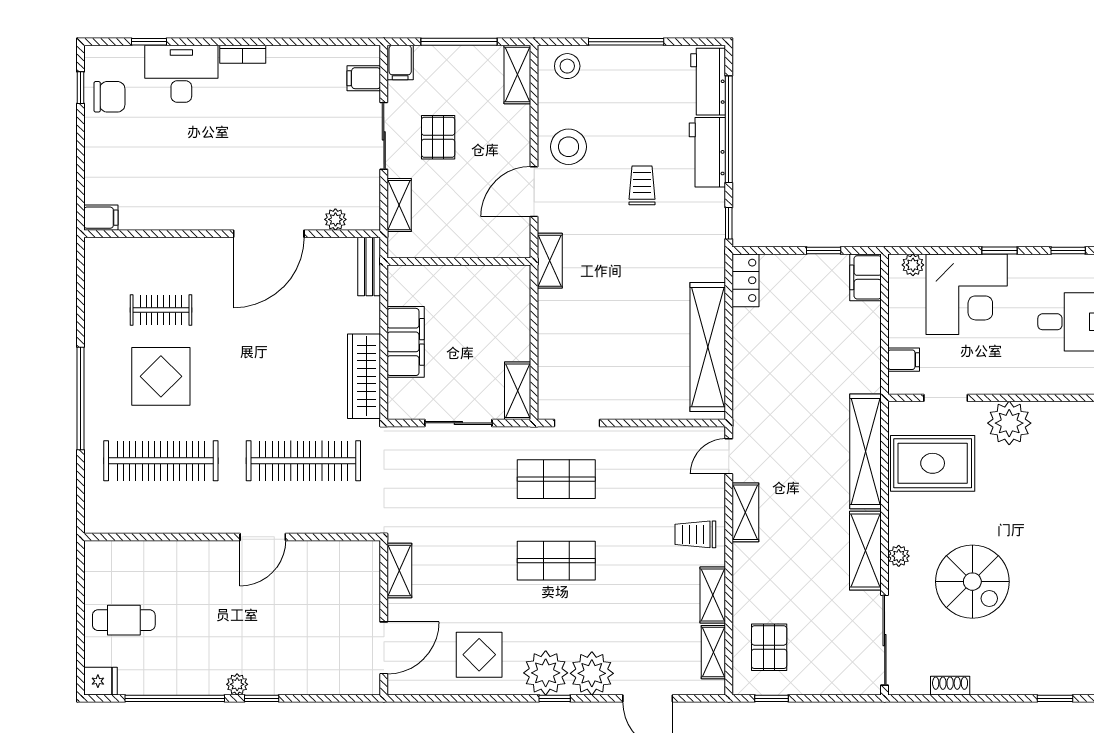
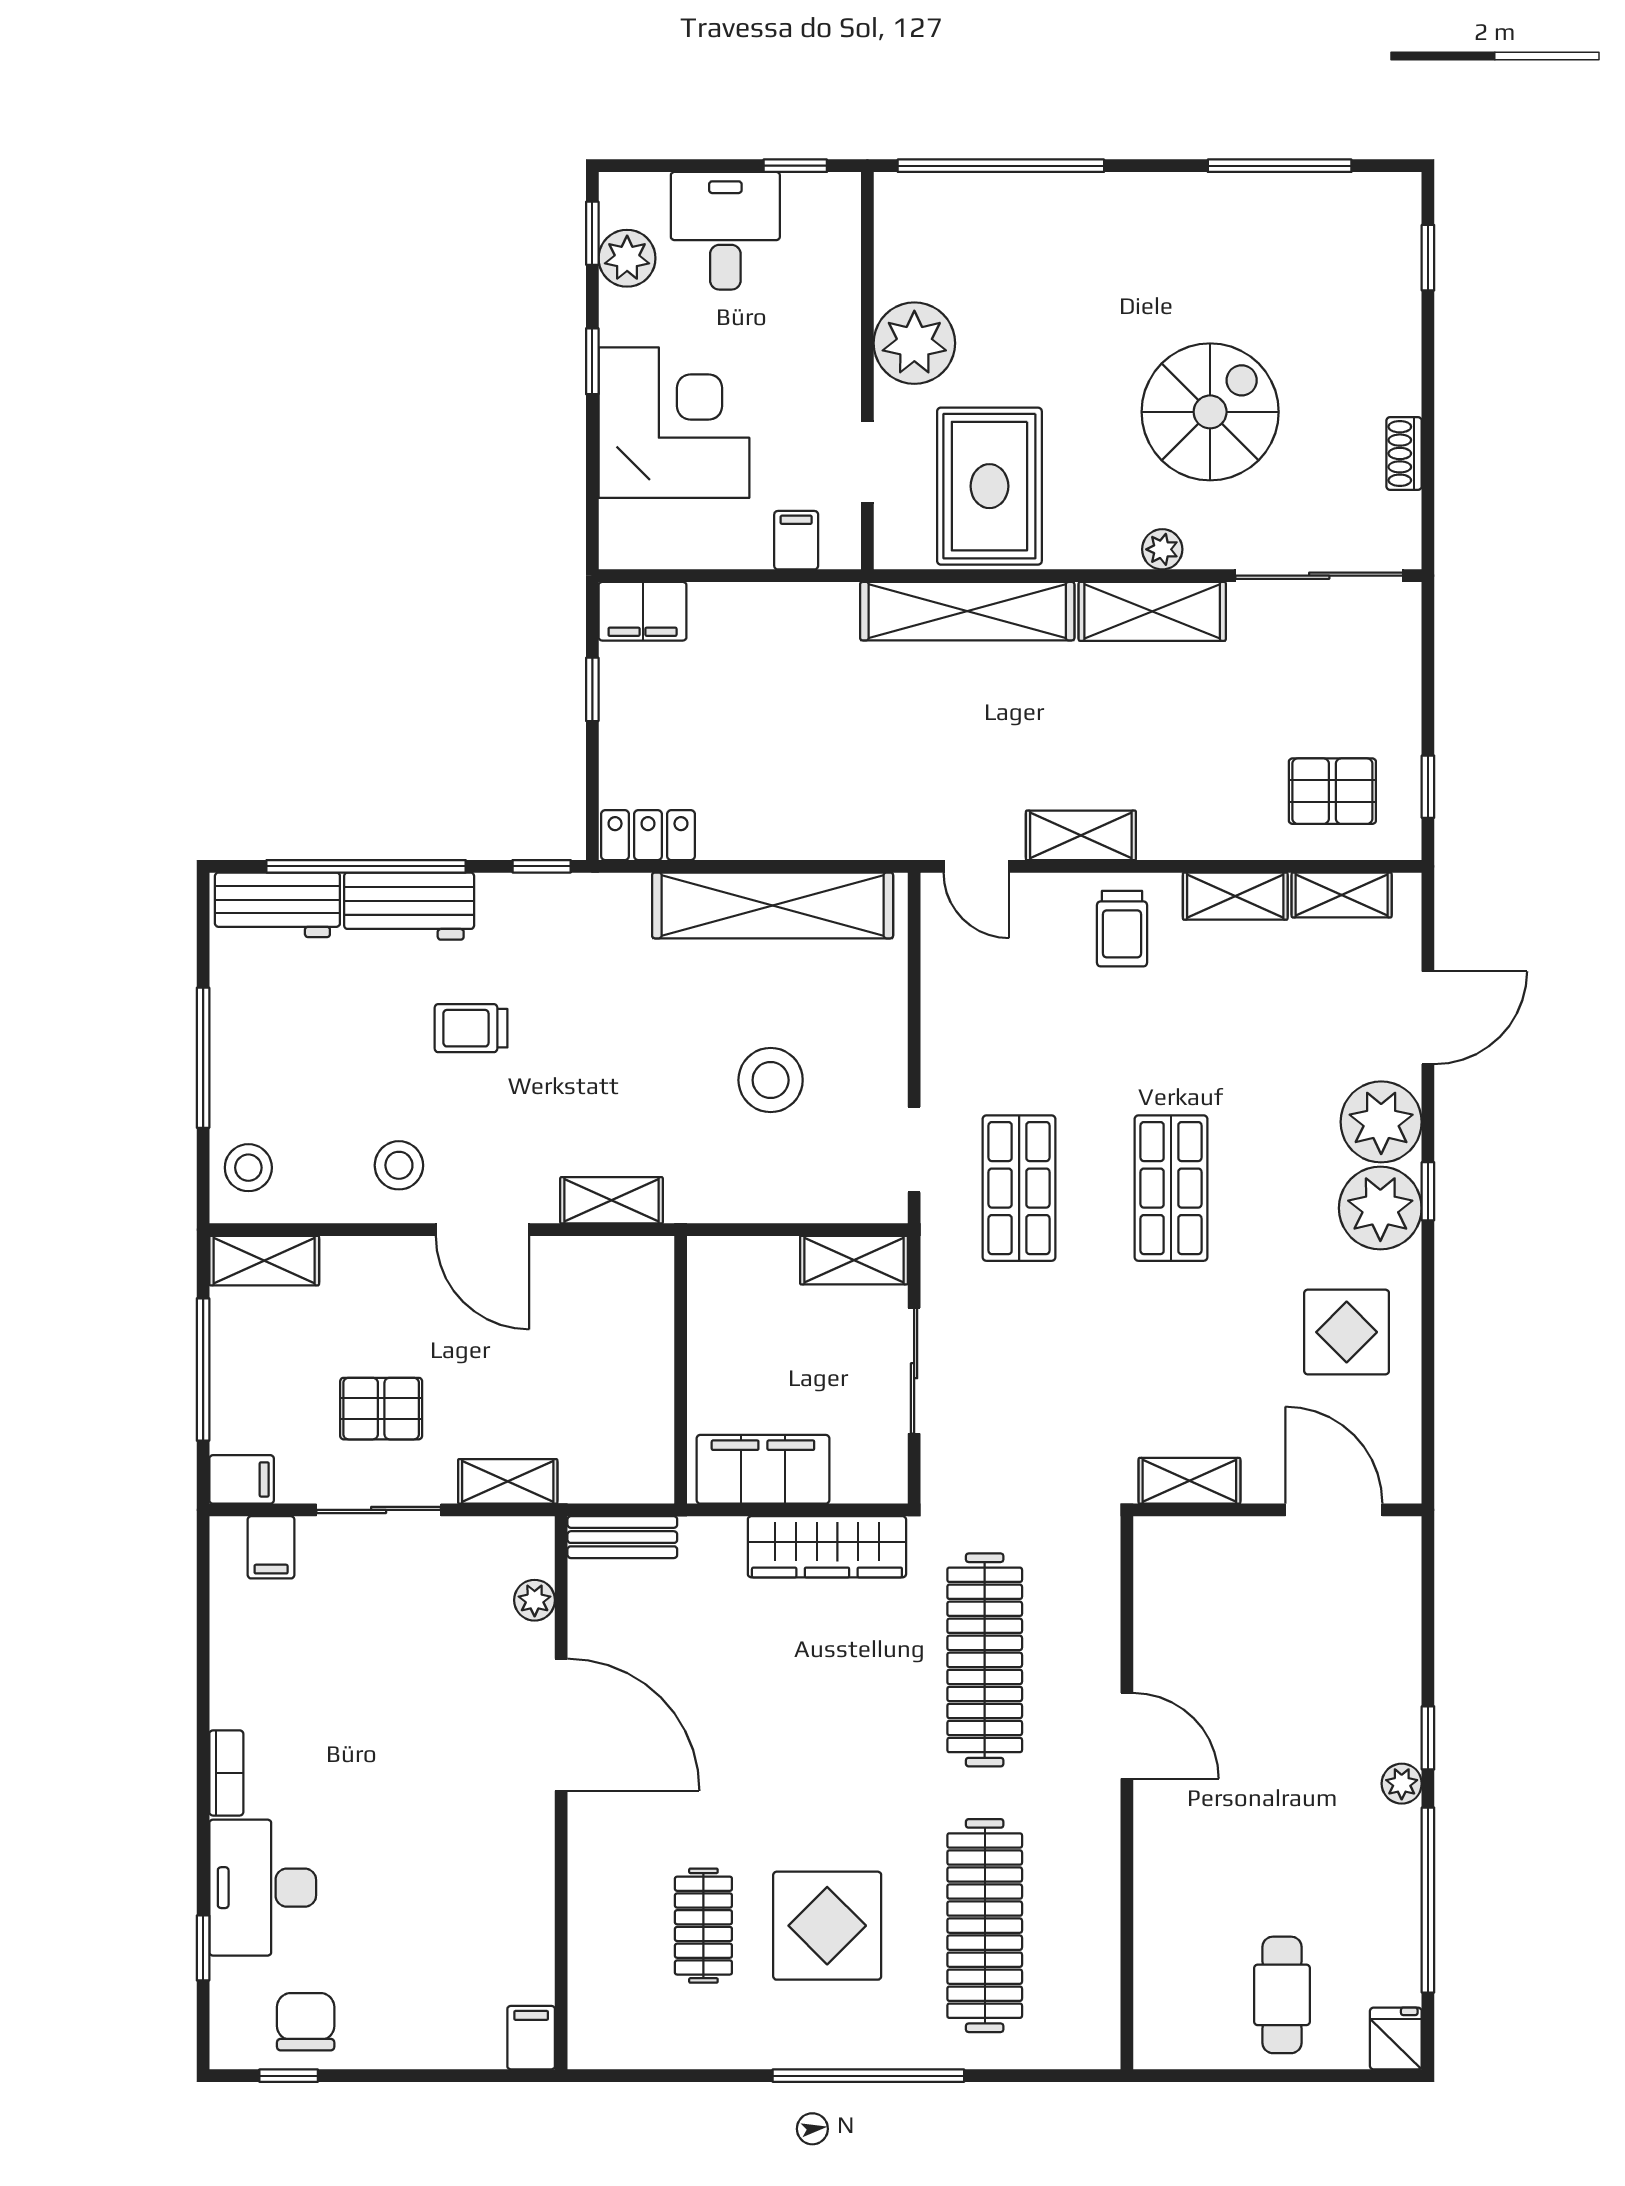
stool: (569, 147) -> (399, 1165), width x0.73, depth x0.73
wall: (459, 262) -> (681, 1370), moved
plant: (913, 265) -> (627, 258), moved, width x1.38, depth x1.38
stool: (614, 346) -> (771, 1080), added

